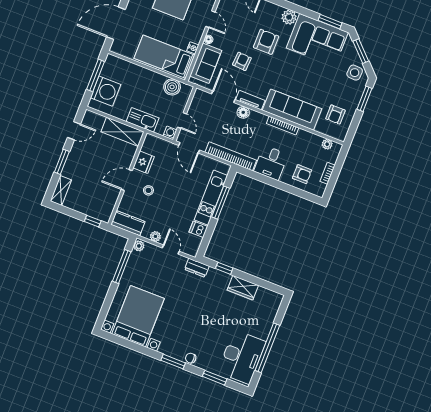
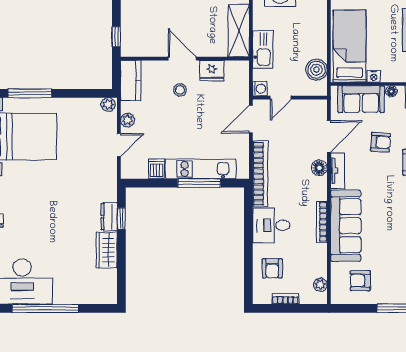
window: (122, 266) -> (30, 93), moved
dresser: (197, 268) -> (109, 217), moved

